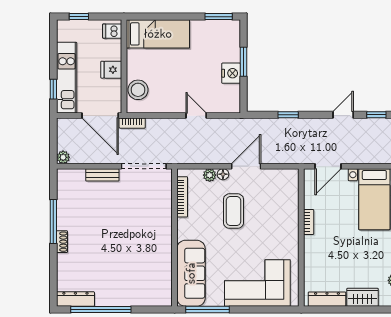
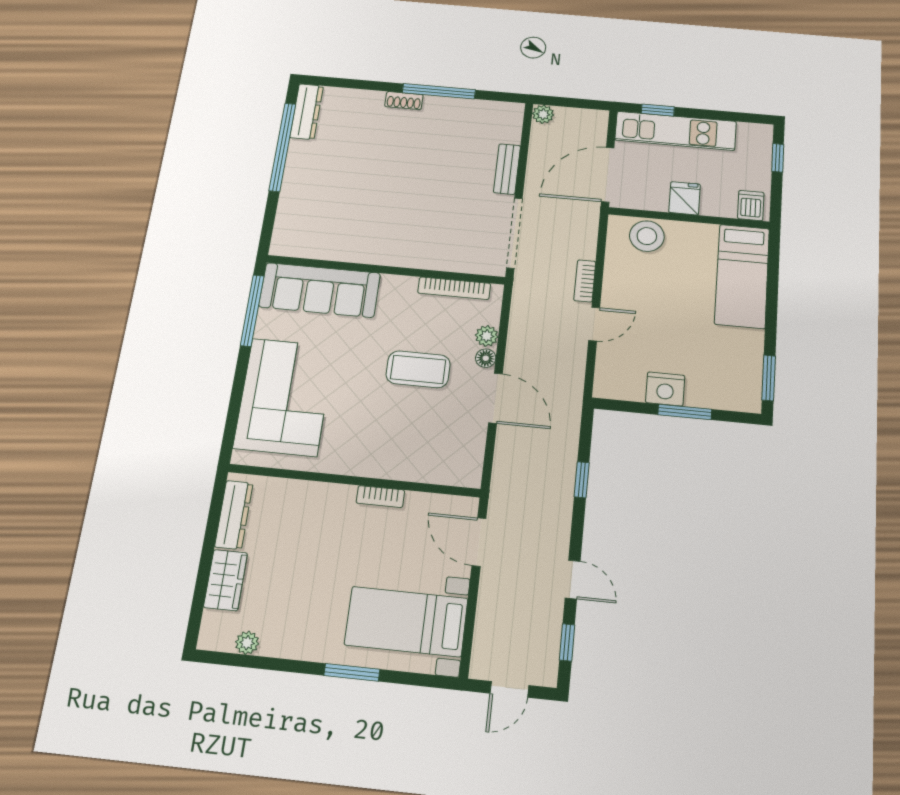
bookcase: (132, 123) -> (585, 281), moved

